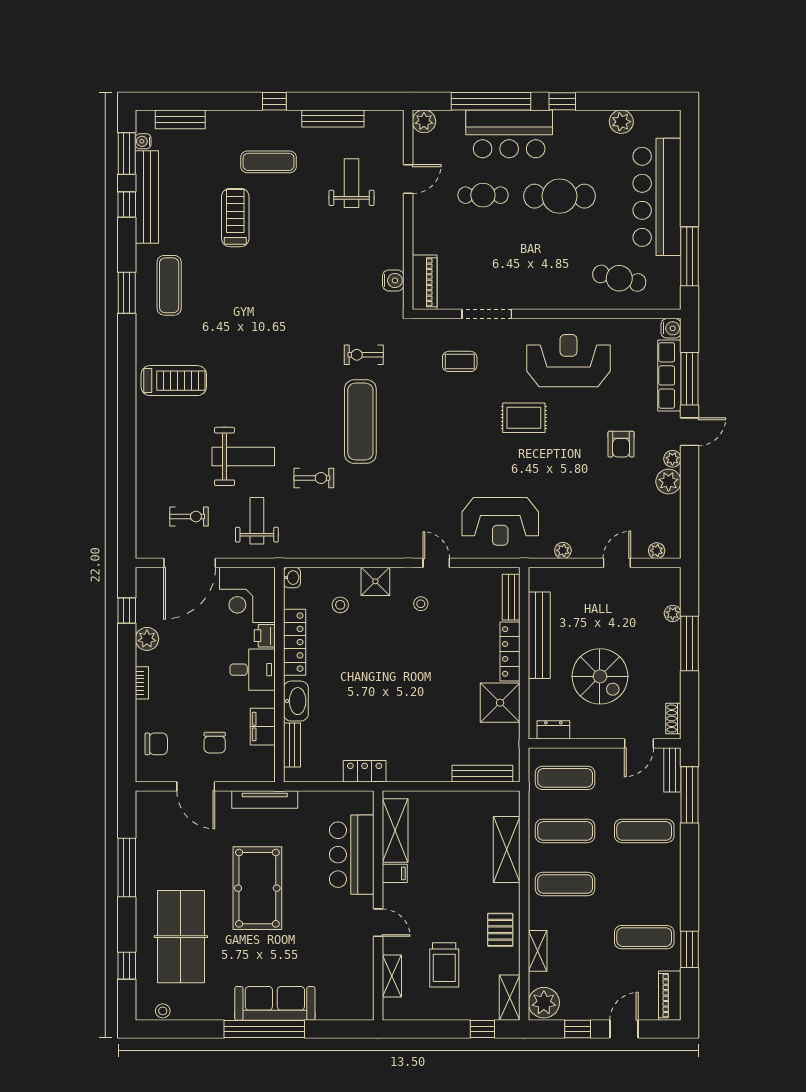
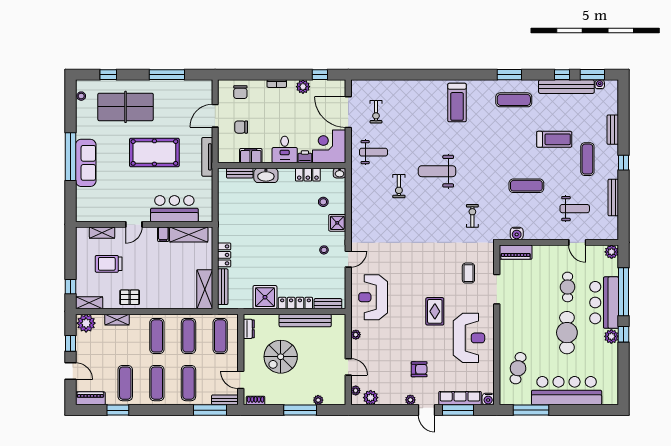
bench: (180, 119) -> (613, 130), moved
plant: (621, 122) -> (611, 336), moved
exercise mat: (360, 422) -> (526, 186), moved, width x0.73, depth x0.69
armchair: (621, 444) -> (419, 369), turned 180
weight bench: (243, 456) -> (437, 171), moved, turned 90
plant: (668, 482) -> (371, 398), moved
locker: (295, 642) -> (308, 175), width x0.66
locker: (365, 771) -> (224, 255), moved
shelving: (507, 849) -> (205, 289), moved, turned 90
exercise mat: (644, 884) -> (157, 383), added

